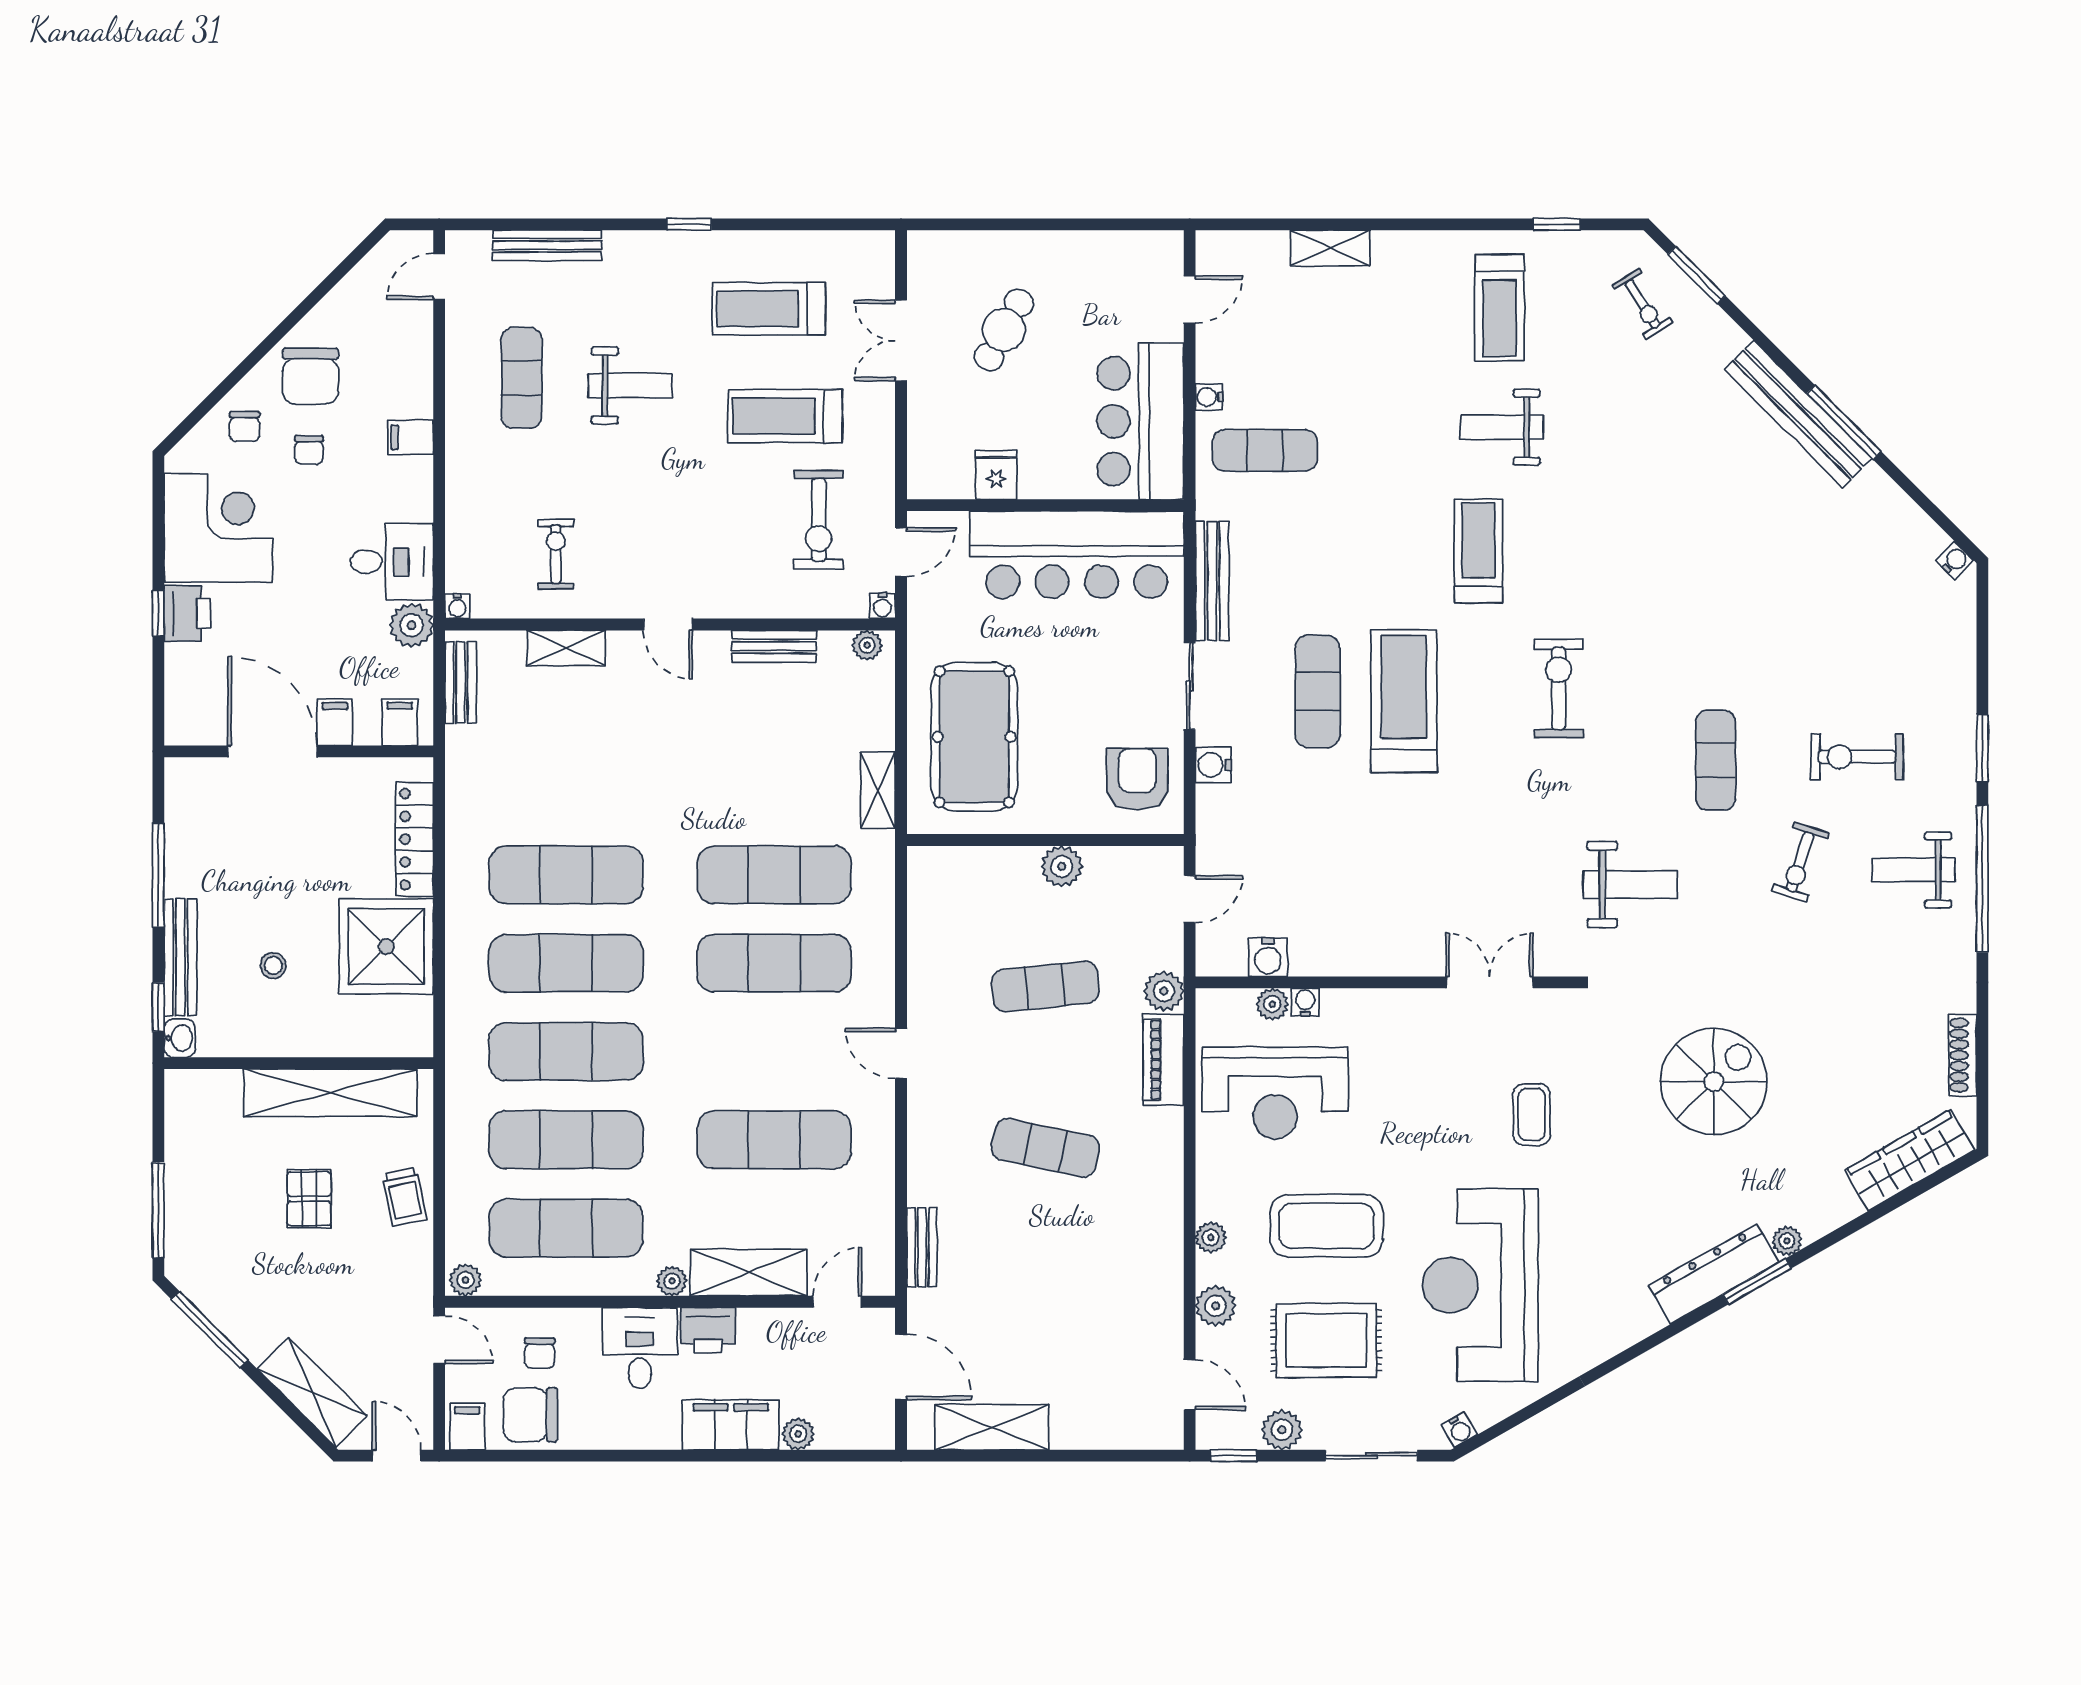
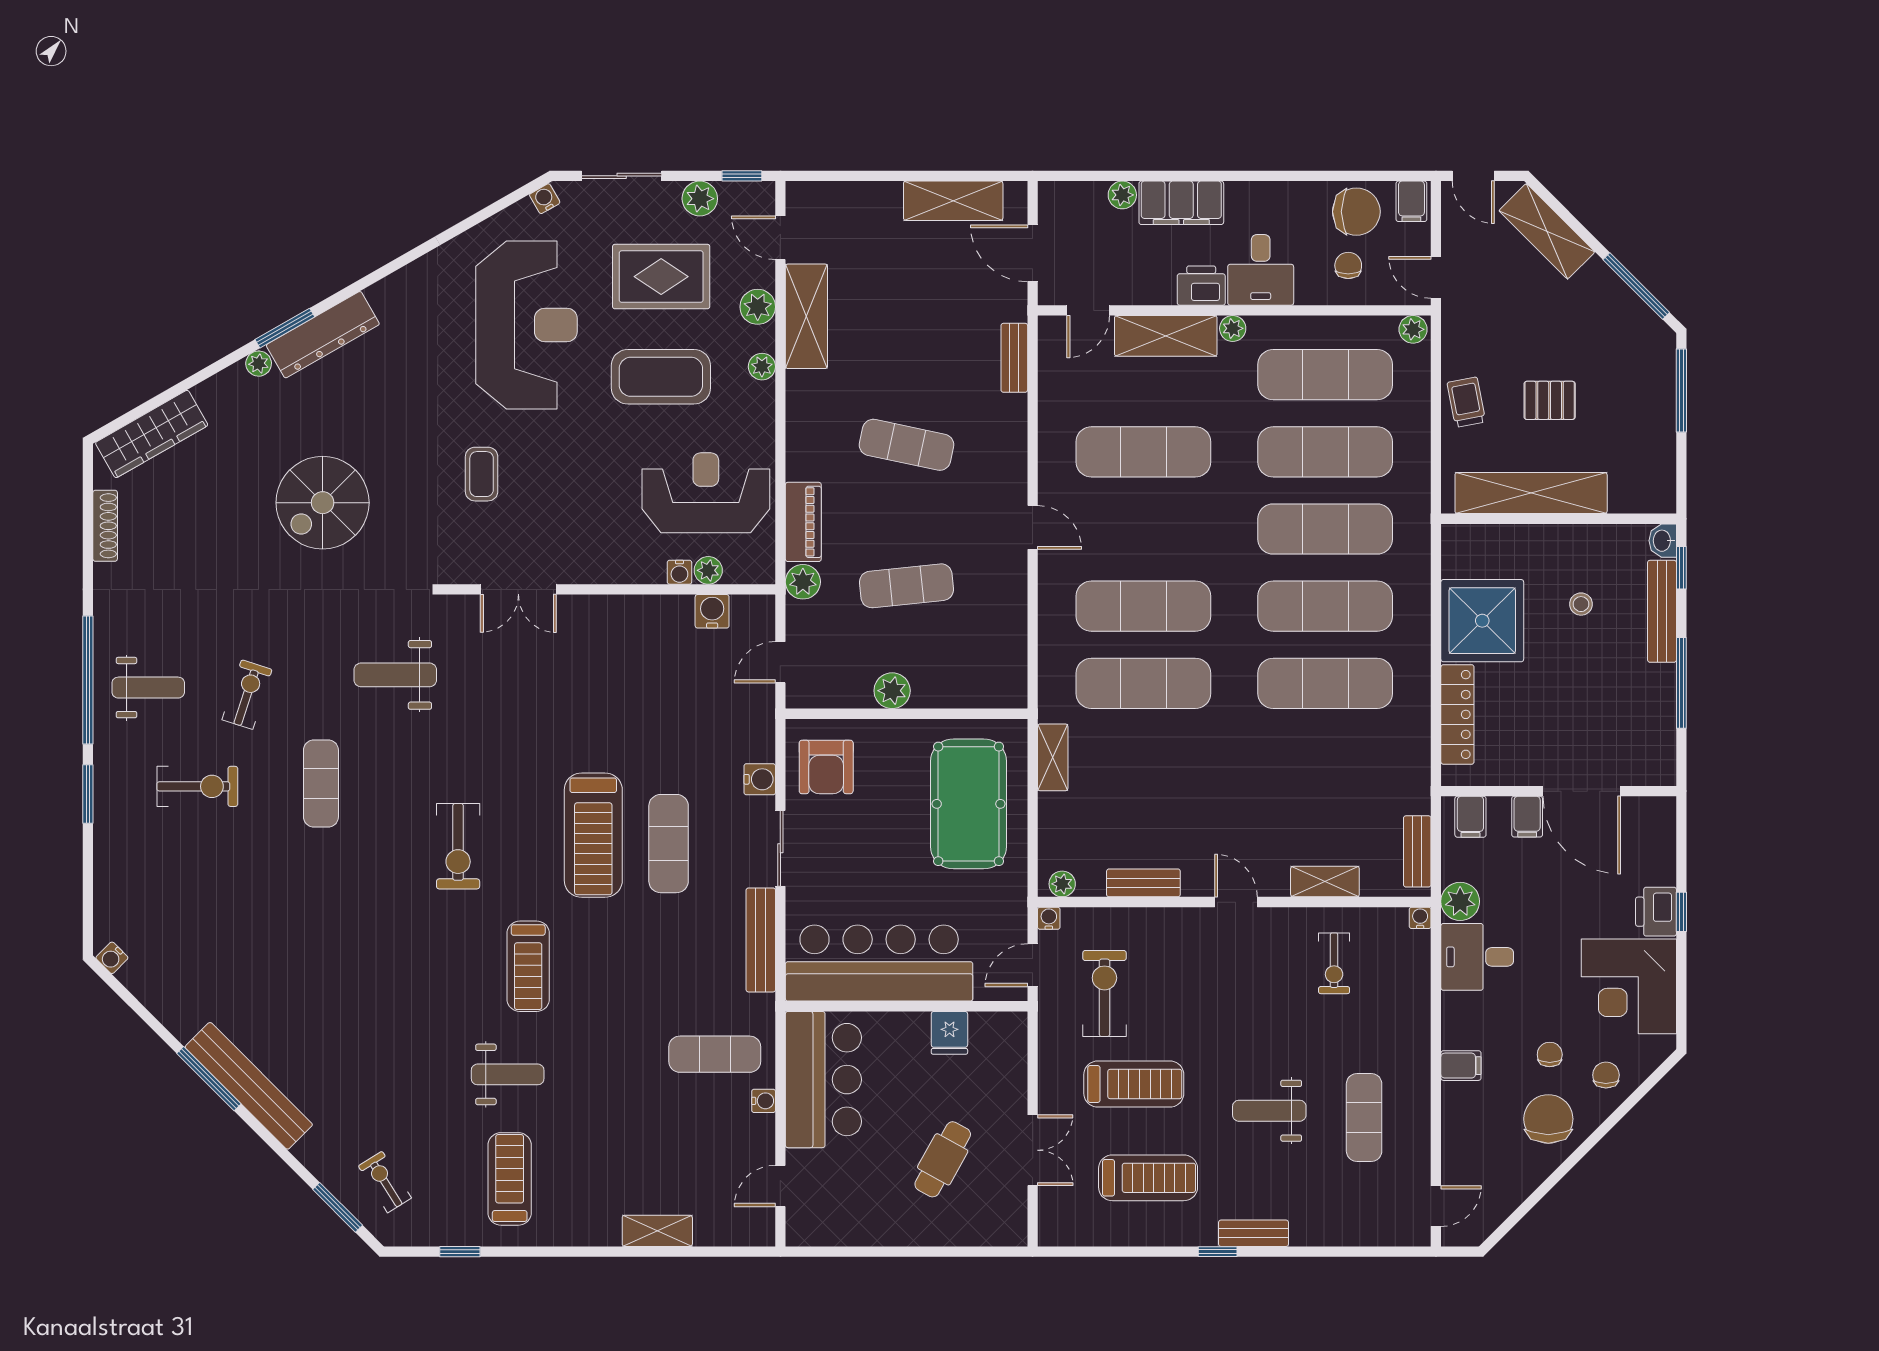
bench: (547, 245) -> (1254, 1233), moved, width x0.73
pallet: (309, 1199) -> (1550, 400), turned 90
shelving: (1160, 1295) -> (806, 316), added

